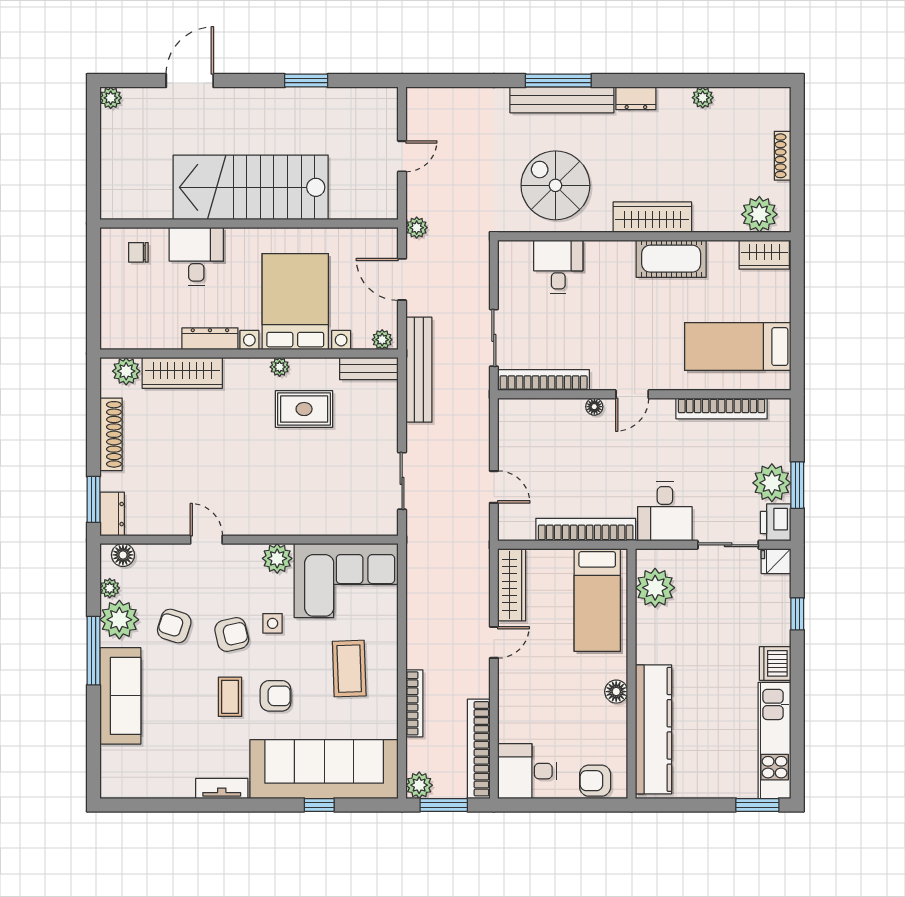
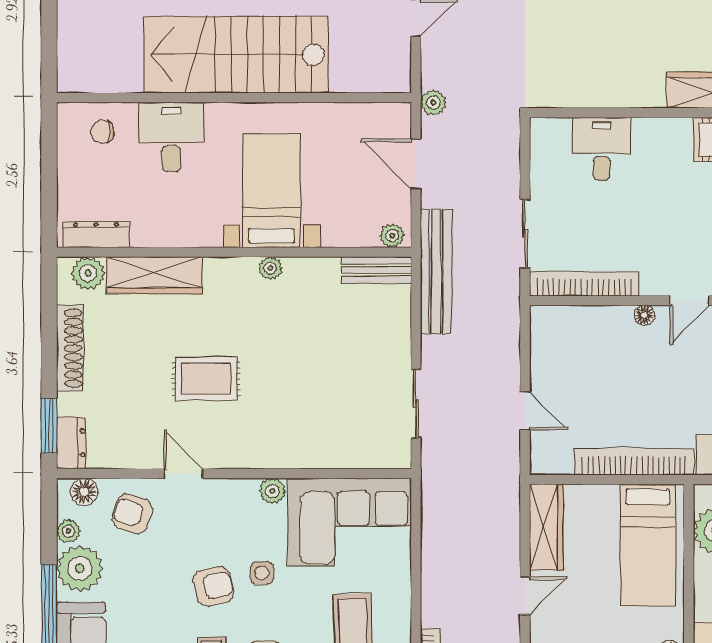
spiral stairs: (555, 185) -> (598, 52), removed
bed with nightstands: (295, 302) -> (271, 190), width x0.73
dresser: (210, 339) -> (96, 235), moved
rug: (304, 409) -> (206, 379), moved
plant: (277, 558) -> (272, 491), width x0.73, depth x0.73
armchair: (174, 626) -> (132, 514), moved

